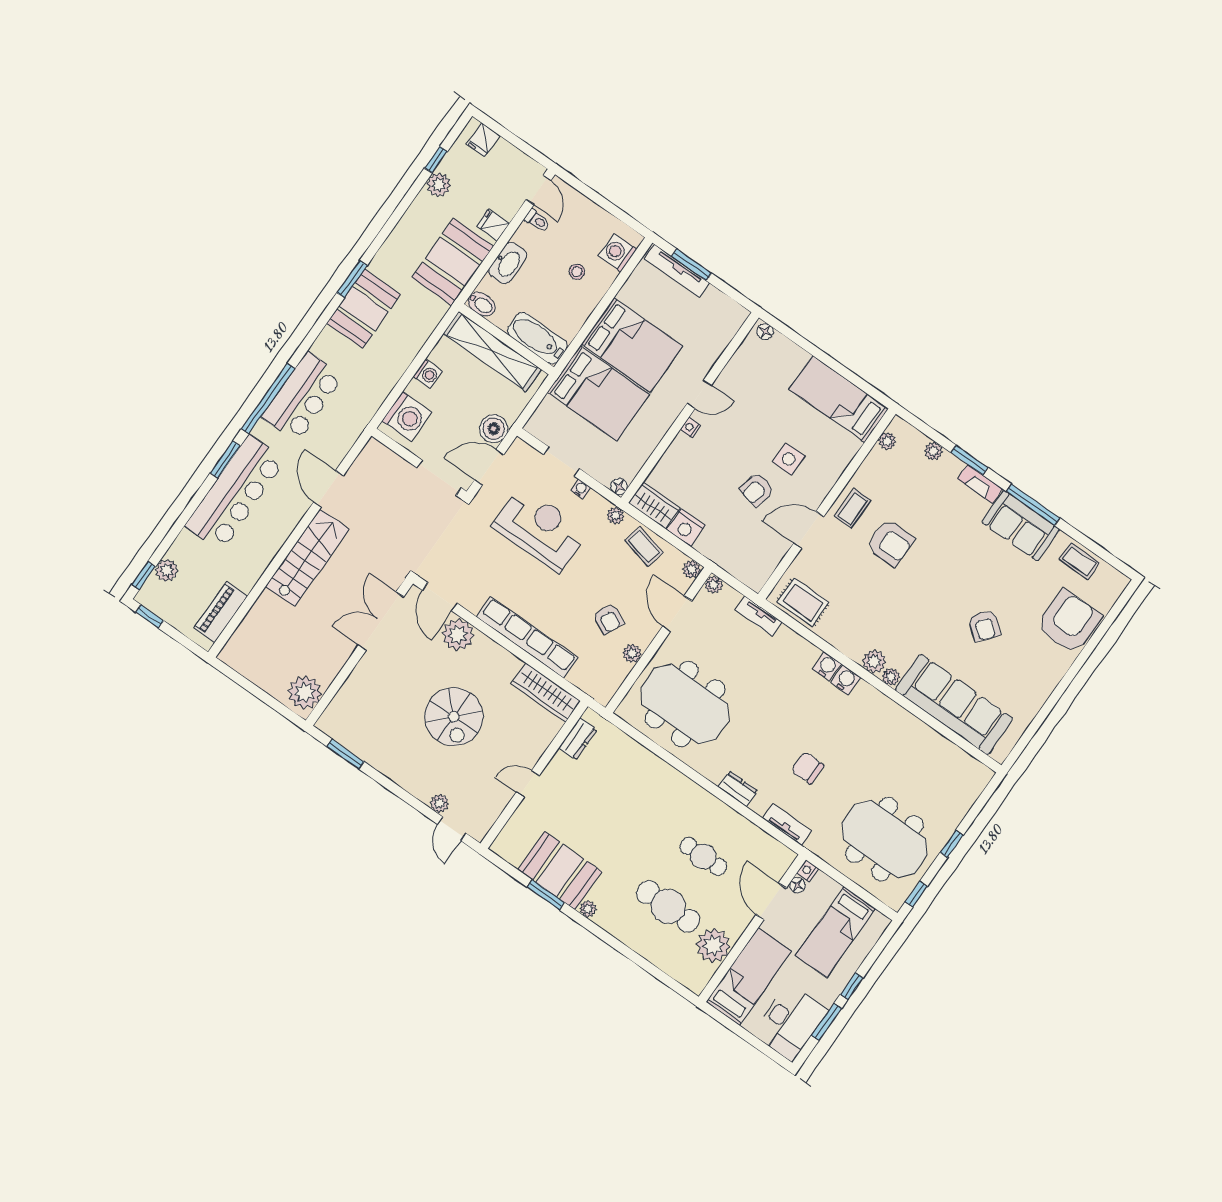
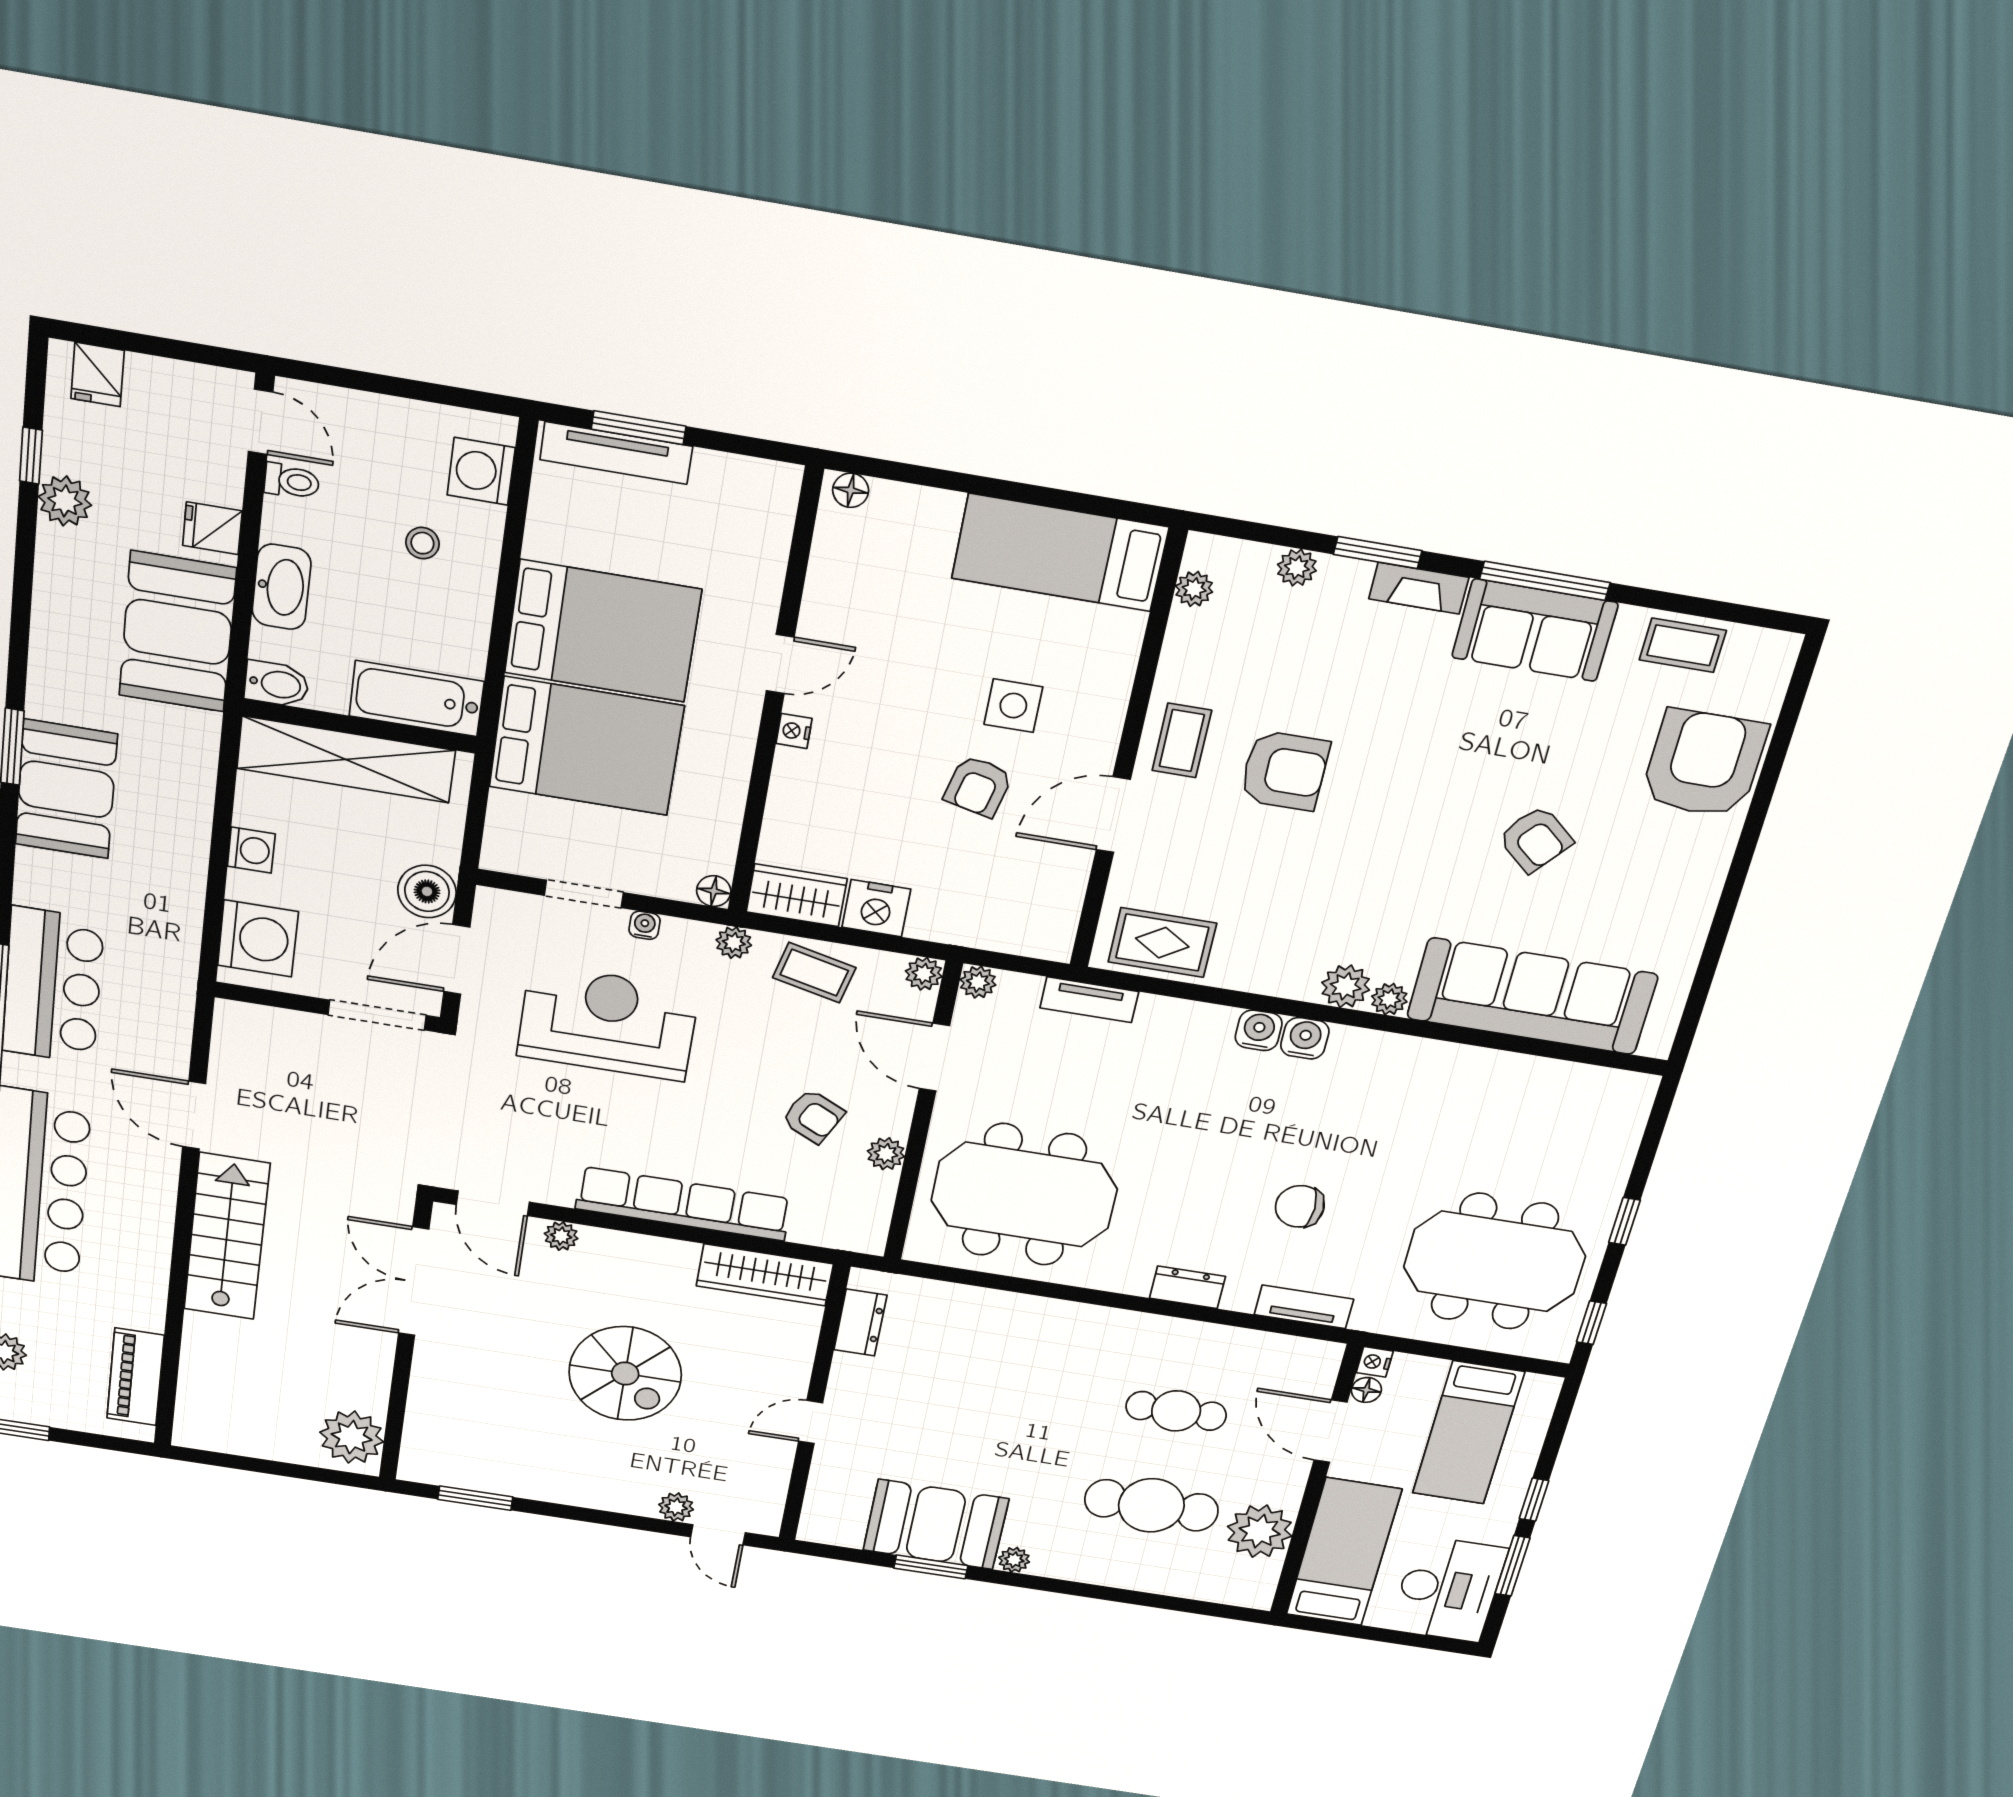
plant: (458, 635) -> (561, 1236), width x0.53, depth x0.53

